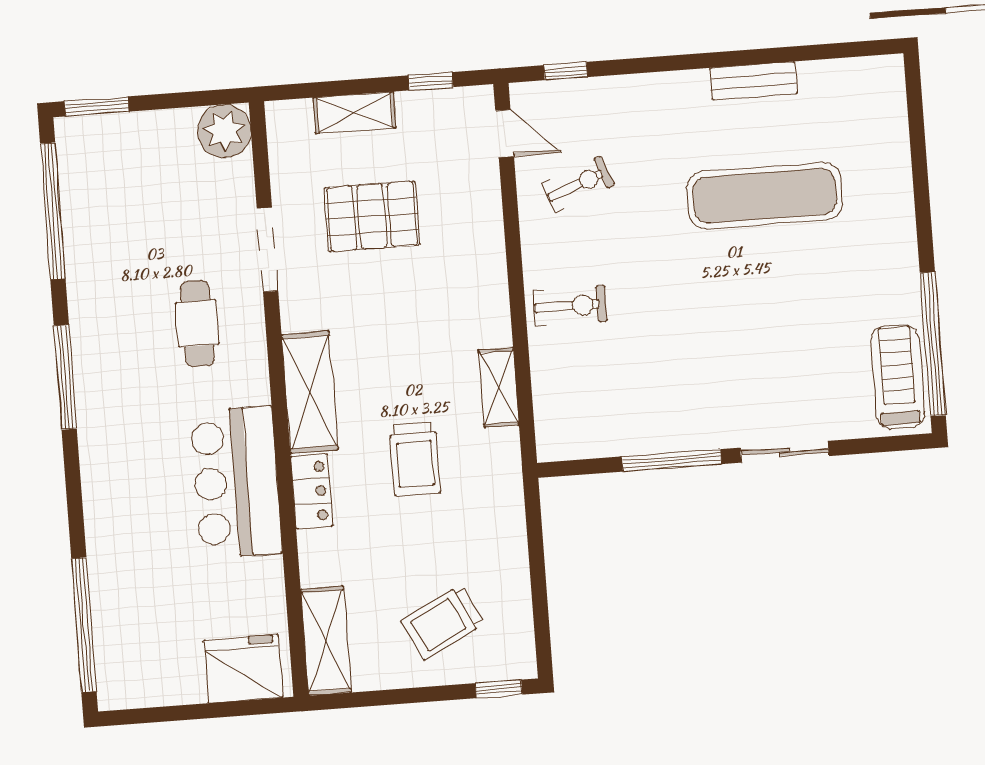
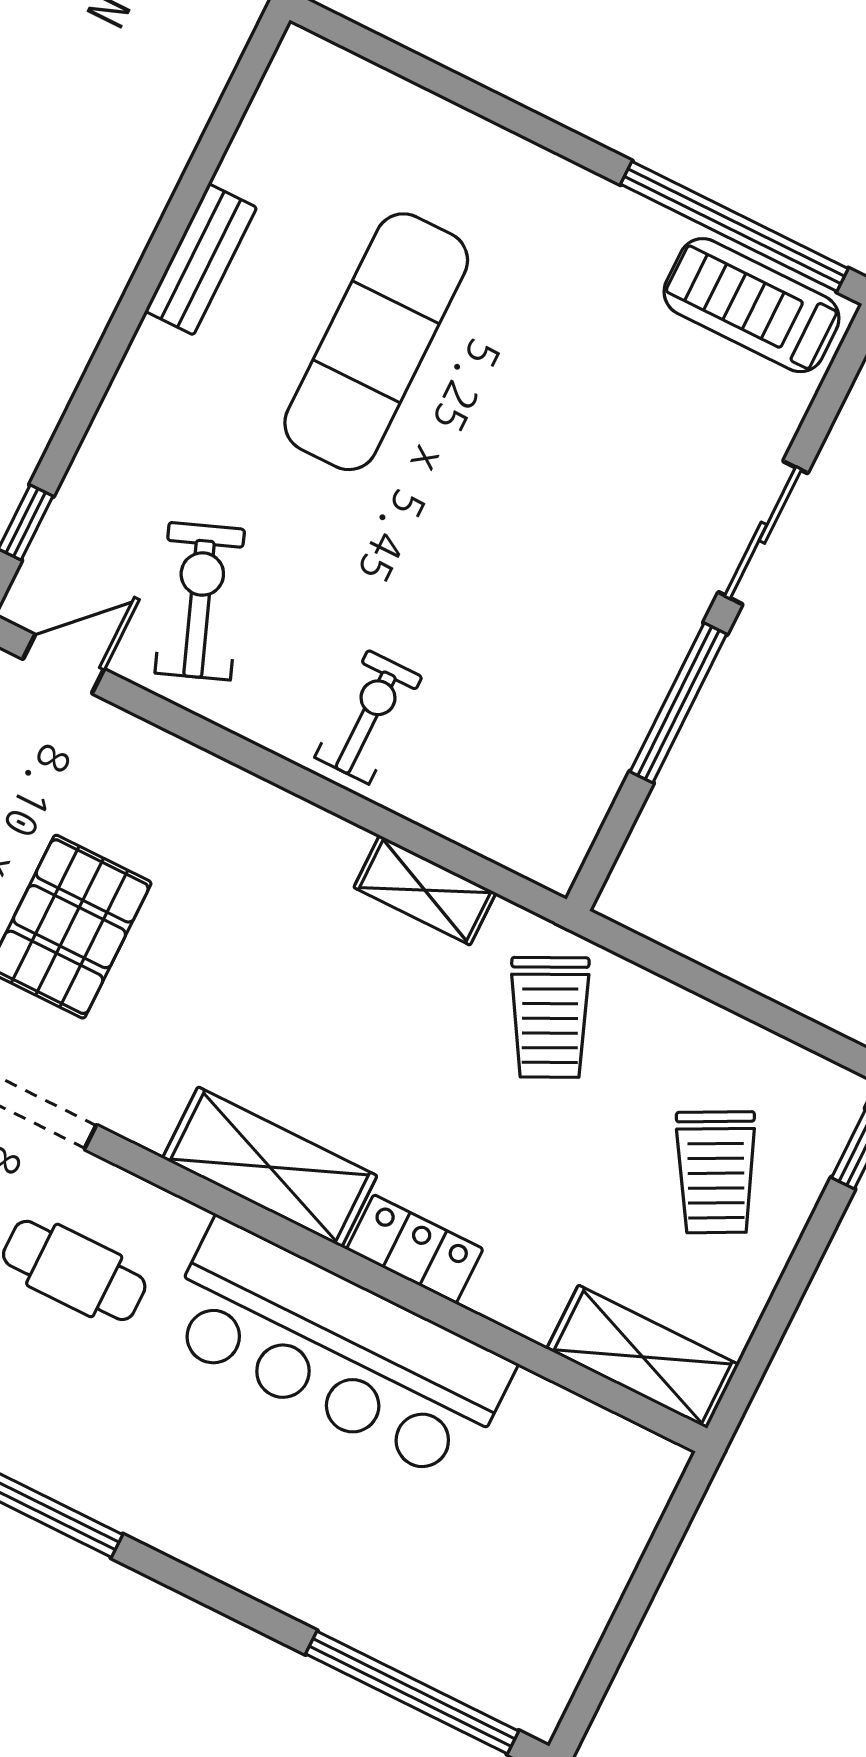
exercise bike: (578, 184) -> (200, 601), width x1.38, depth x1.39
trolley: (415, 459) -> (550, 1017), moved, turned 64
bar counter: (236, 482) -> (337, 1350), width x1.36
fridge: (243, 669) -> (612, 1500), removed

